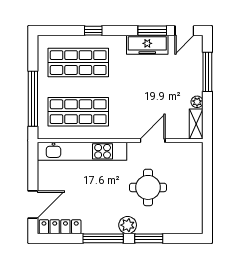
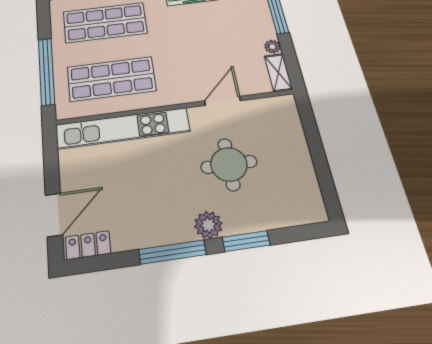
locker: (60, 227) -> (88, 245), width x0.66

